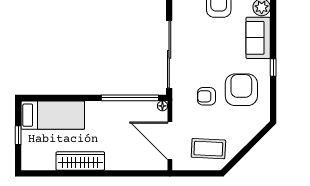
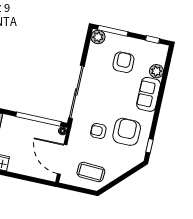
window: (273, 67) -> (150, 146), moved

